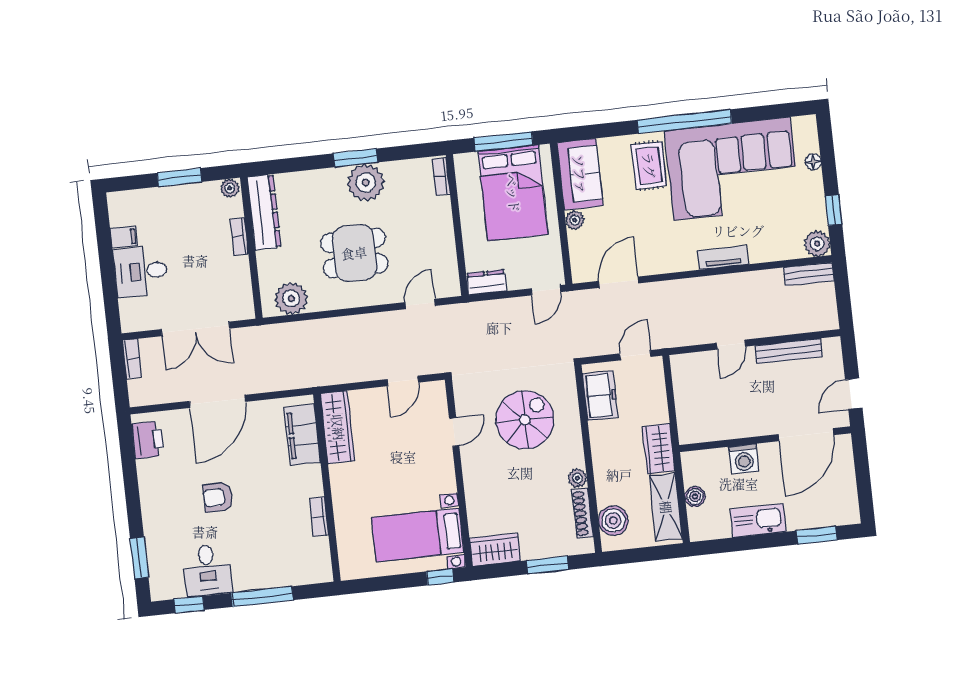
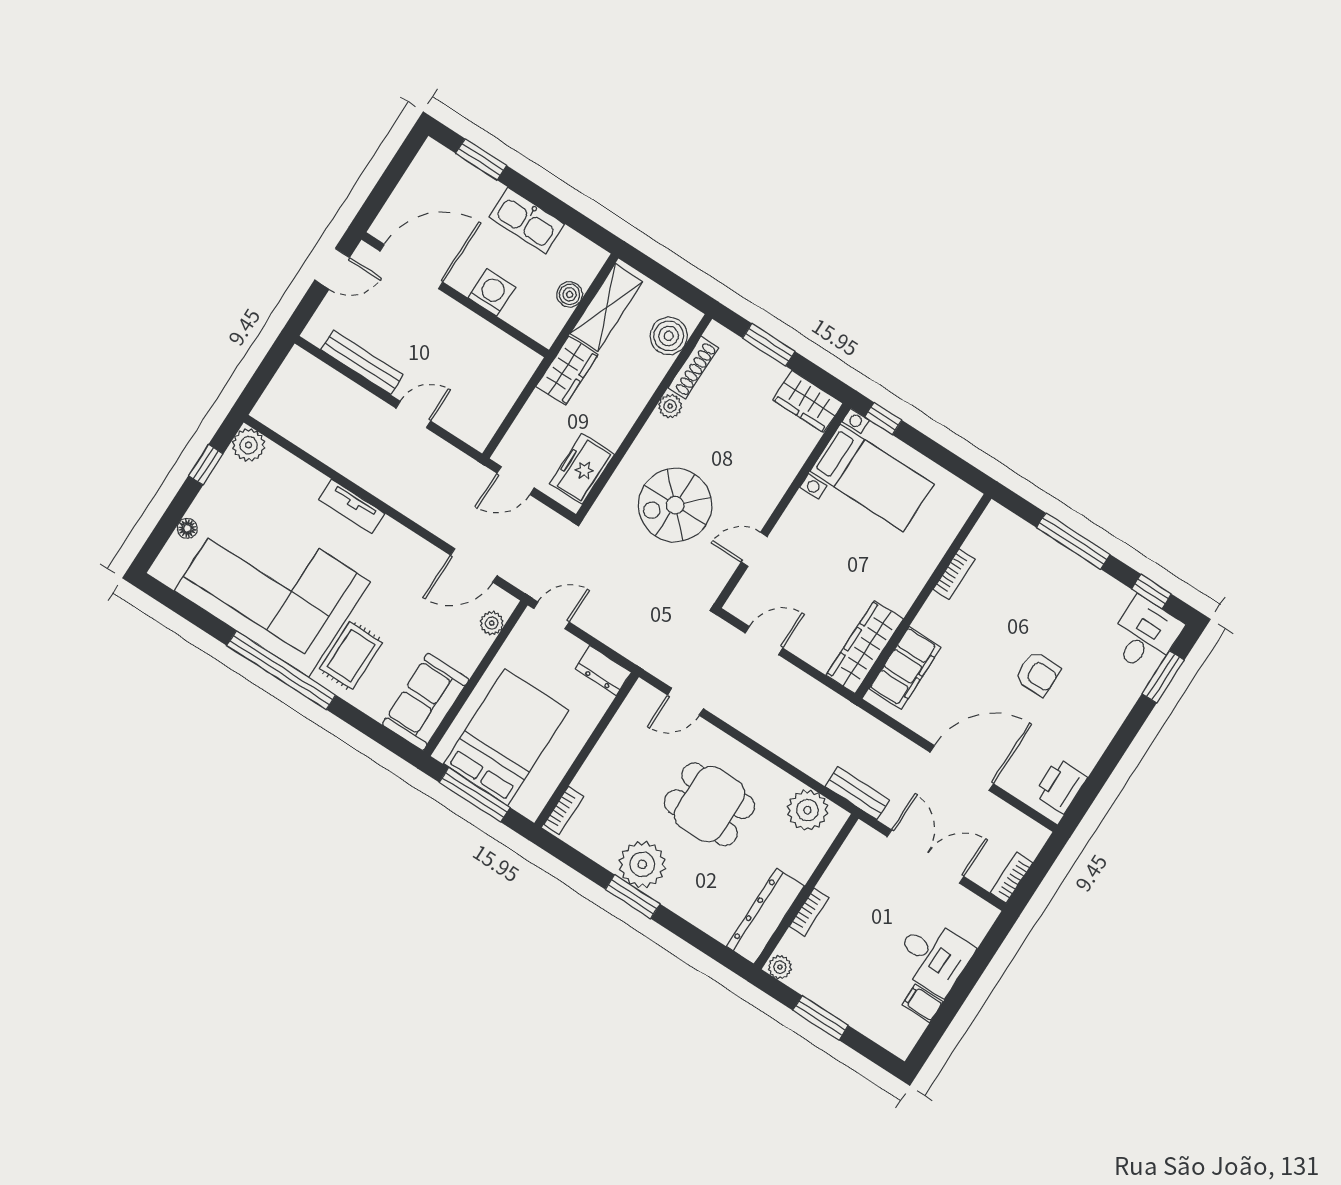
plant: (575, 220) -> (492, 623), moved
bench: (809, 274) -> (857, 793), moved
desk: (207, 570) -> (1145, 635), moved

